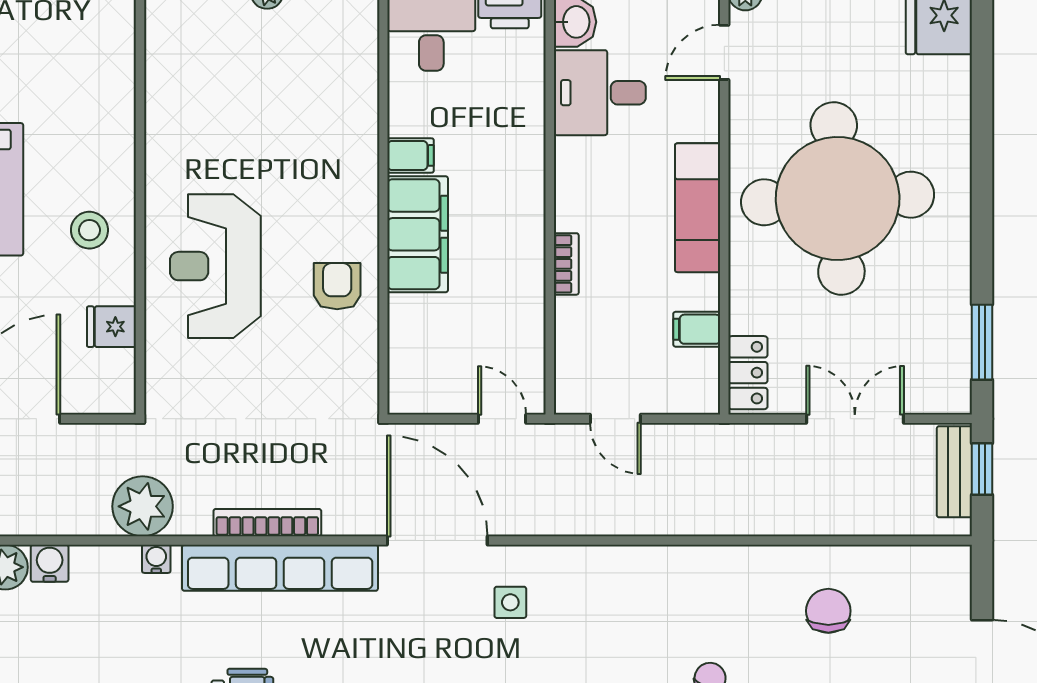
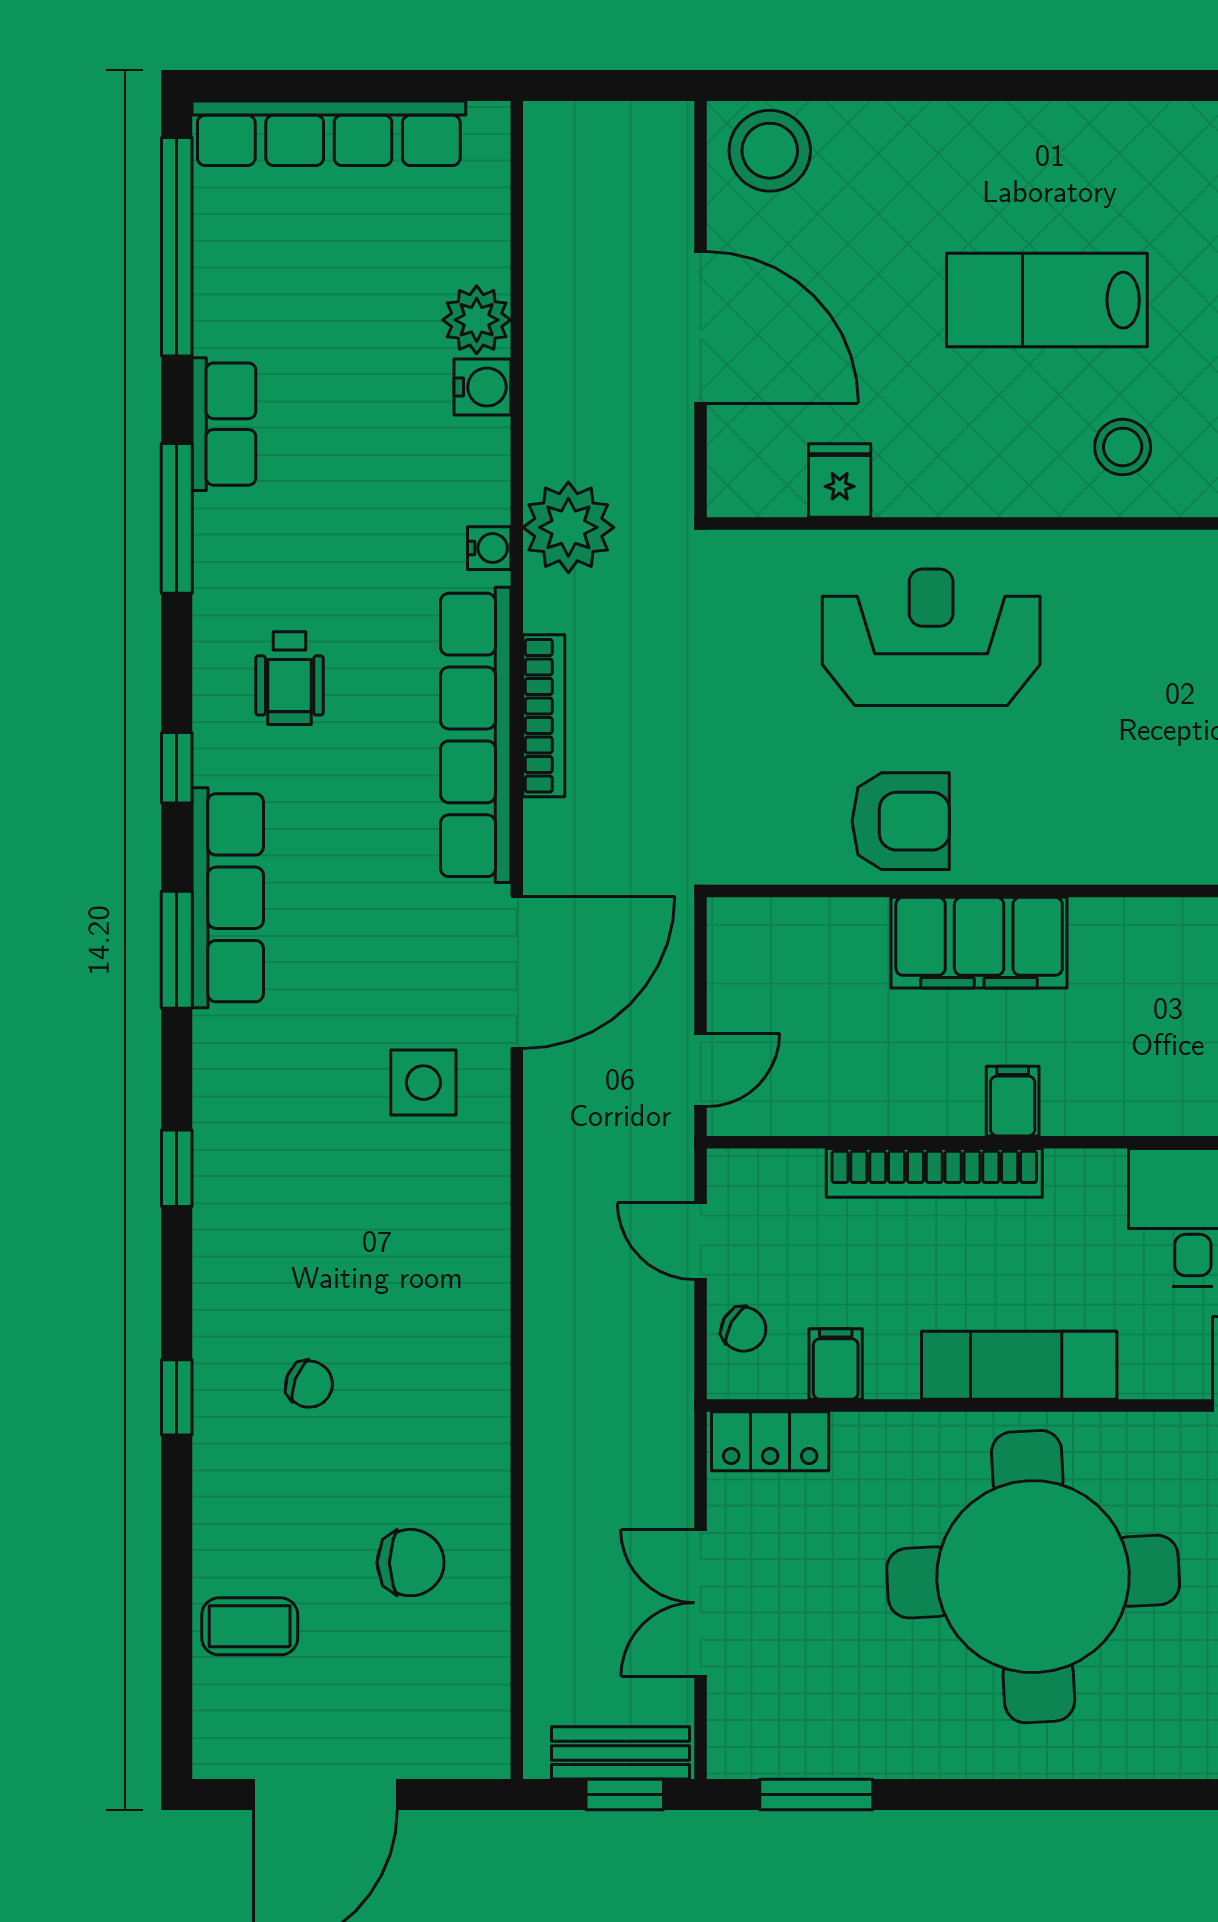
filing cabinet: (411, 155) -> (1013, 1101), moved, turned 180
stool: (89, 230) -> (1123, 447), moved
bookcase: (566, 264) -> (934, 1173), width x2.31, depth x1.31
armchair: (337, 286) -> (901, 821), width x1.38, depth x1.38
chair: (674, 390) -> (744, 1329), added
door: (615, 419) -> (701, 1241), hinge flipped
double door: (855, 419) -> (701, 1603), swing flipped
side table: (510, 602) -> (423, 1083), width x1.37, depth x1.37

